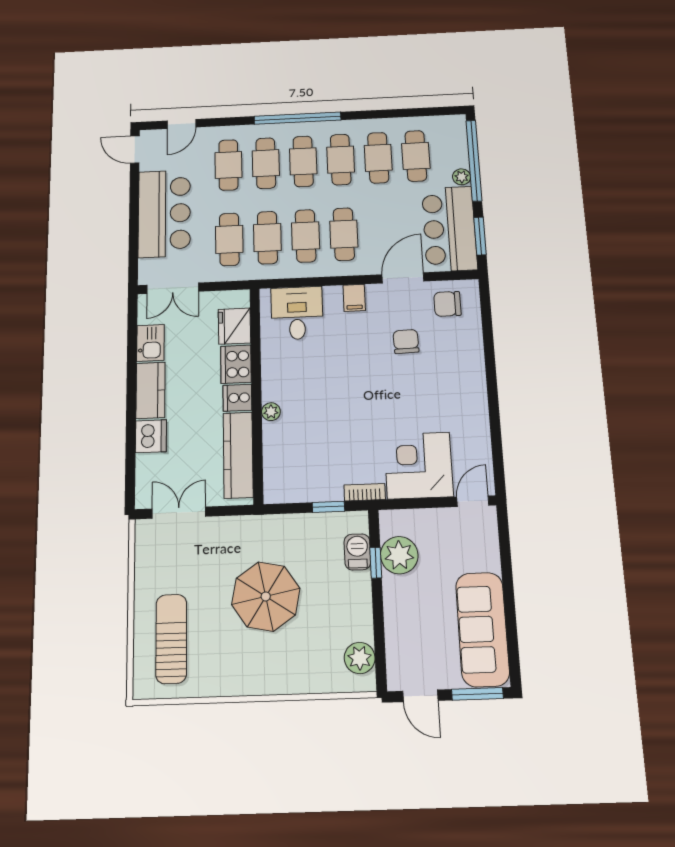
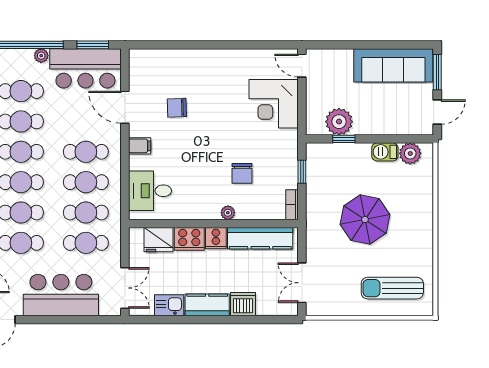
chair: (447, 304) -> (242, 173), moved
bookcase: (365, 492) -> (292, 205), moved
barbecue: (357, 552) -> (385, 152), moved

